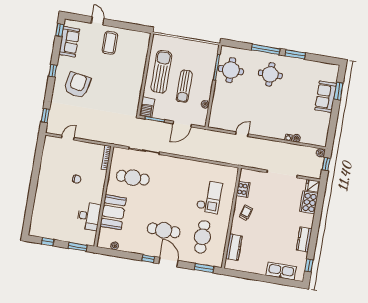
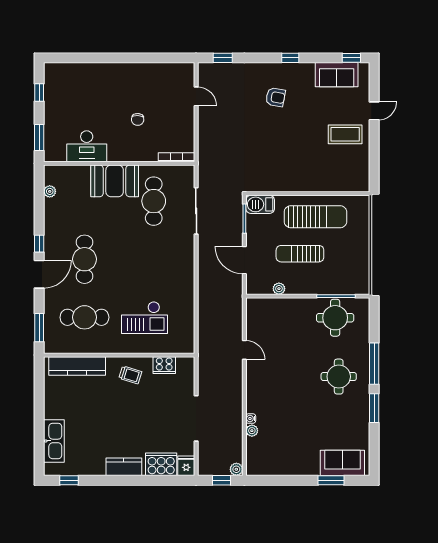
armchair: (77, 85) -> (275, 97), width x0.53, depth x0.53
sofa: (326, 97) -> (342, 463), moved
booth: (113, 212) -> (115, 181), moved
kitchen counter: (304, 240) -> (124, 467), moved
kitchen counter: (234, 247) -> (77, 366), width x1.50

